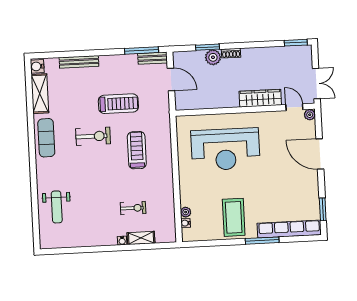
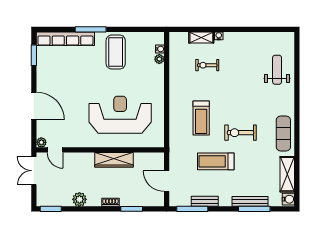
window: (74, 54) -> (254, 209), added
plant: (213, 57) -> (79, 199), moved
bench: (153, 58) -> (205, 201), moved
wardrobe: (260, 98) -> (114, 160), moved

